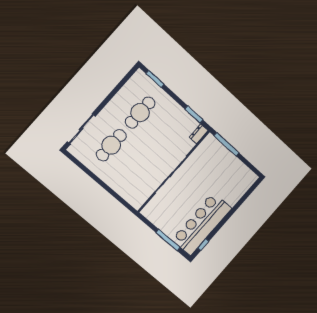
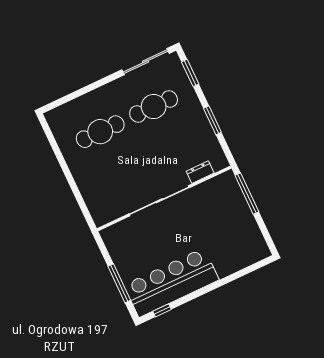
window: (194, 114) -> (212, 120), moved
sliding door: (81, 129) -> (145, 62), moved
dresser: (199, 134) -> (200, 172), moved

